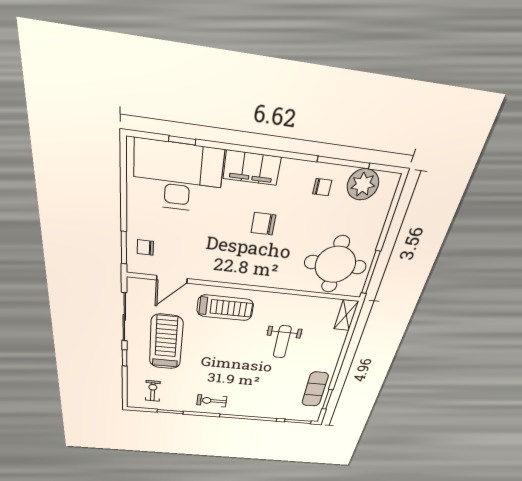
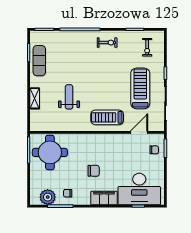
shelving: (346, 315) -> (35, 98), moved
treadmill: (166, 342) -> (140, 88), turned 180

